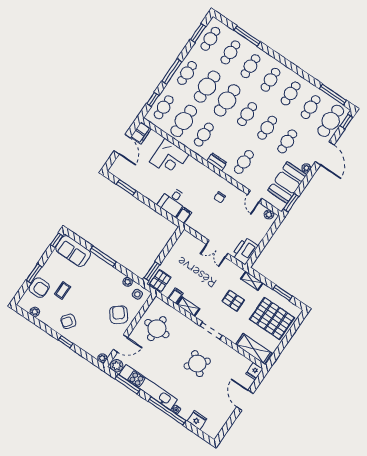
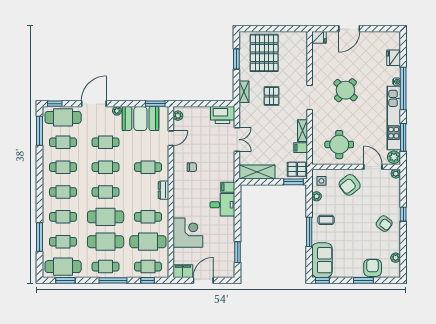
cafe table: (210, 39) -> (63, 267), width x1.37, depth x1.35
coffee table: (63, 290) -> (326, 220), moved
shelving: (254, 349) -> (257, 172), moved, turned 90

